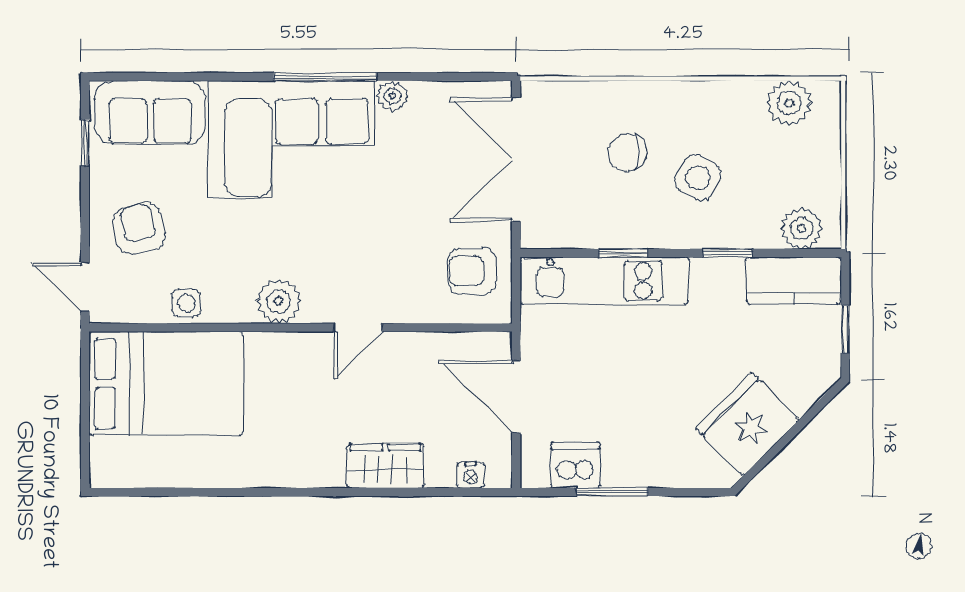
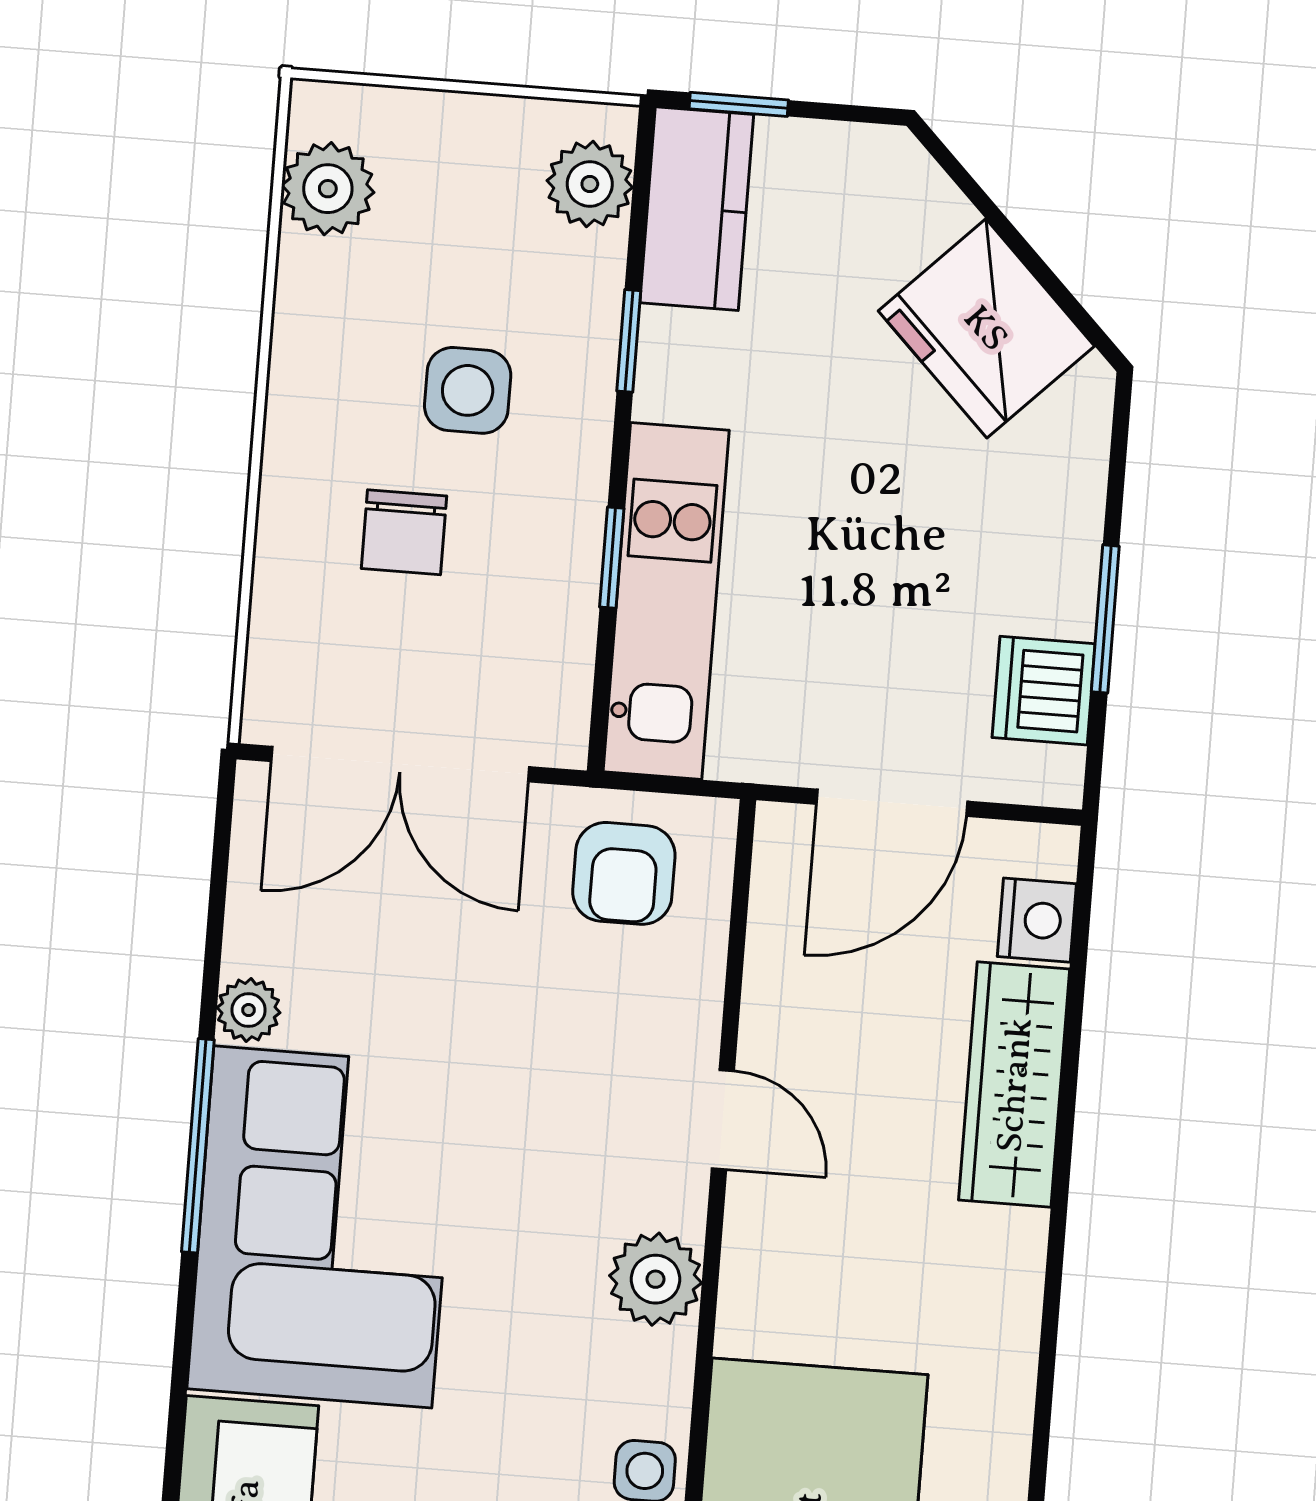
side table: (698, 178) -> (468, 390), turned -30
window: (845, 329) -> (739, 104), moved
wardrobe: (386, 466) -> (1014, 1085), width x1.50
nightstand: (471, 475) -> (1037, 920), width x1.39, depth x1.35

